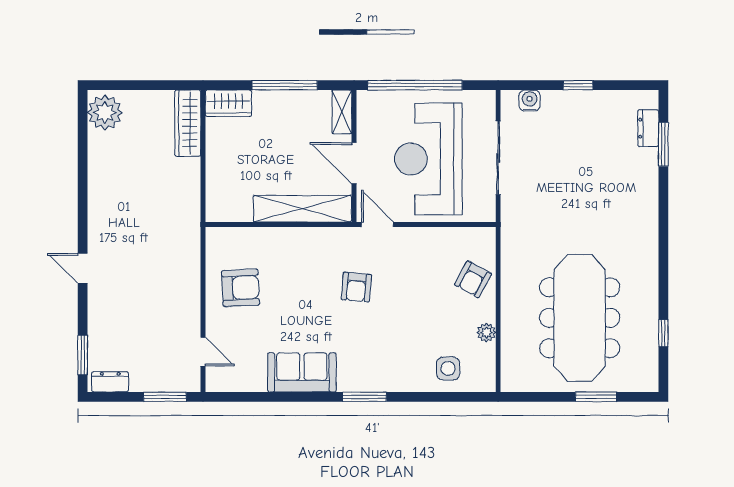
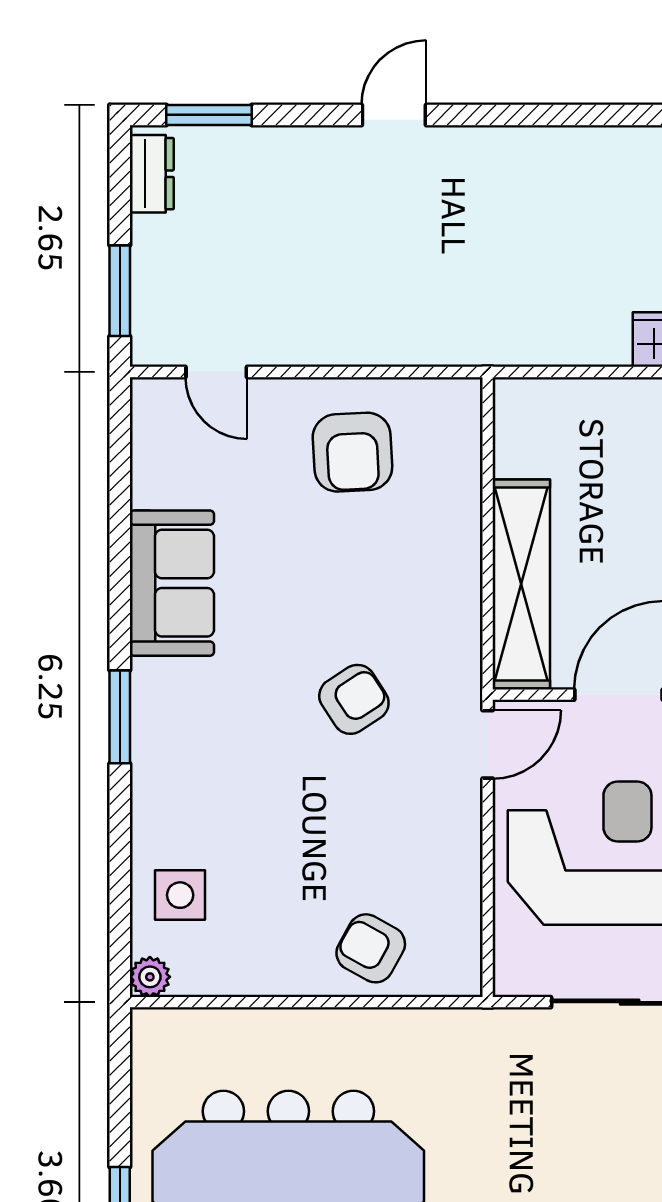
armchair: (356, 287) -> (354, 699), turned 142
plant: (486, 333) -> (150, 977), moved
door: (203, 352) -> (216, 372), hinge flipped

